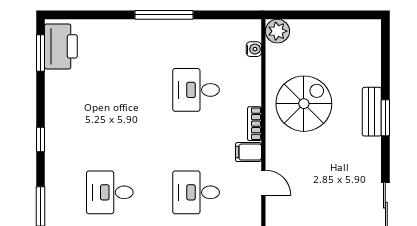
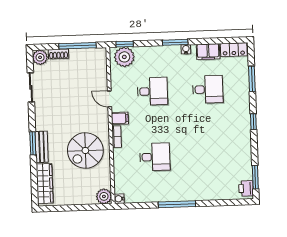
printer: (61, 46) -> (246, 188), width x0.53, depth x0.68
water cooler: (254, 49) -> (119, 199), moved
wardrobe: (369, 54) -> (45, 184), added

